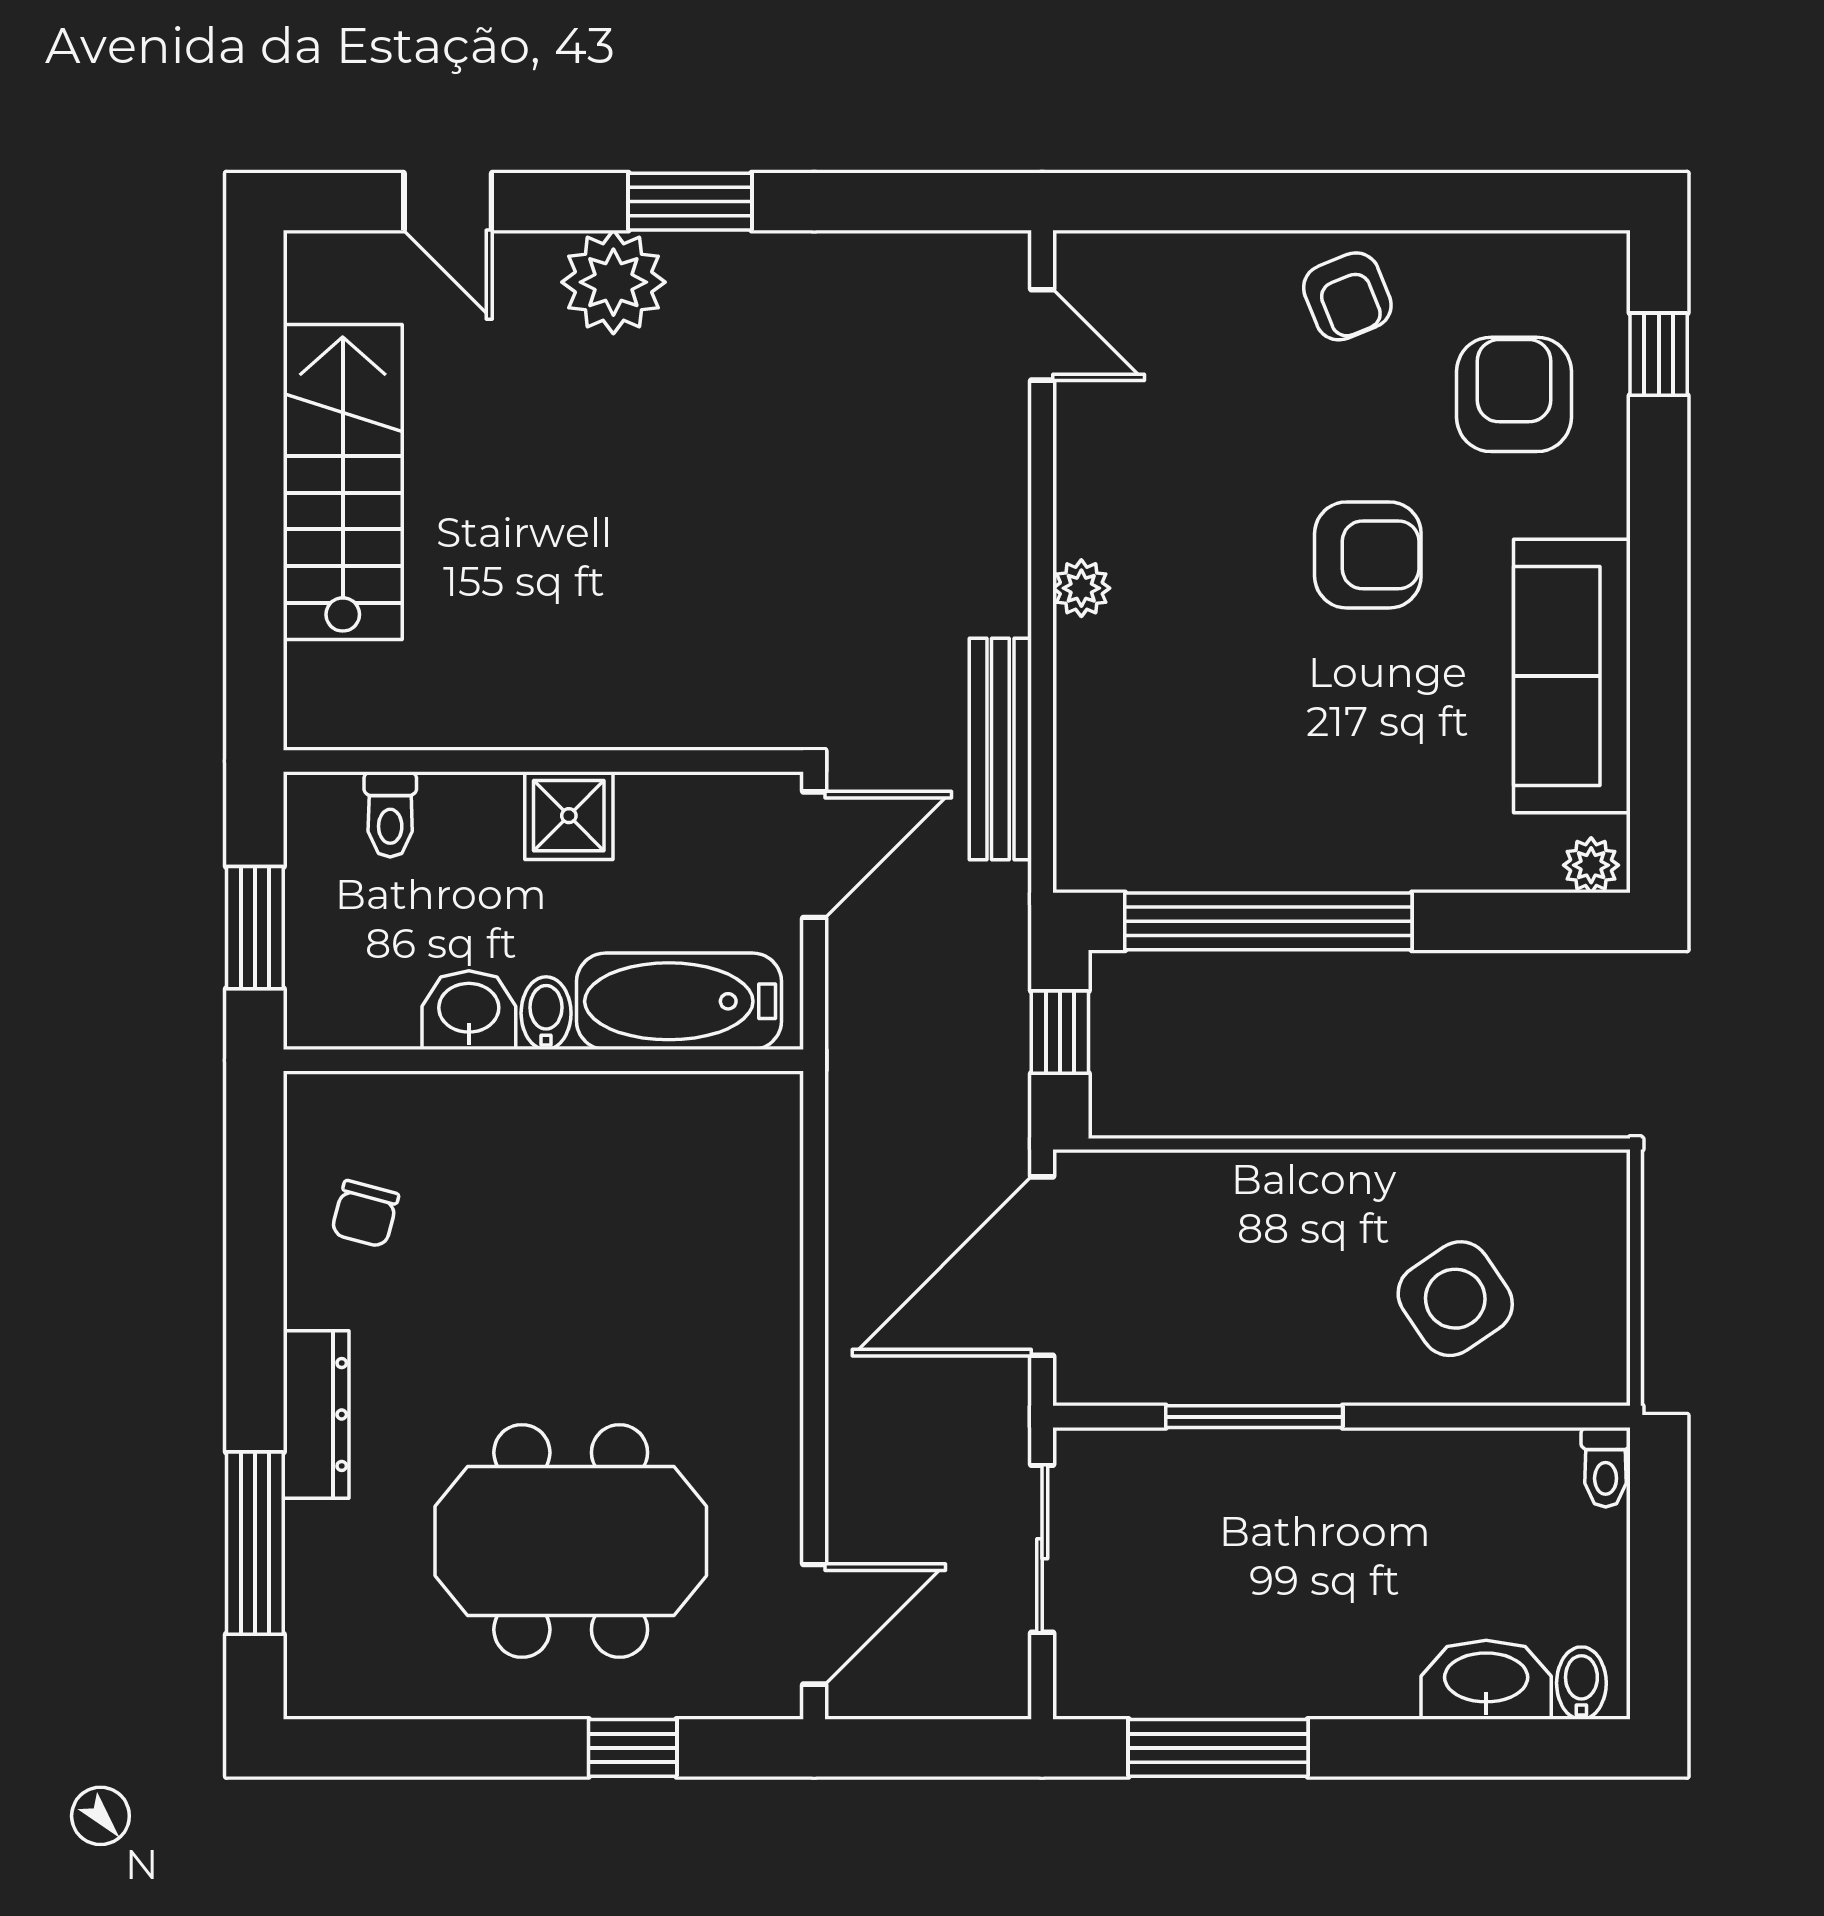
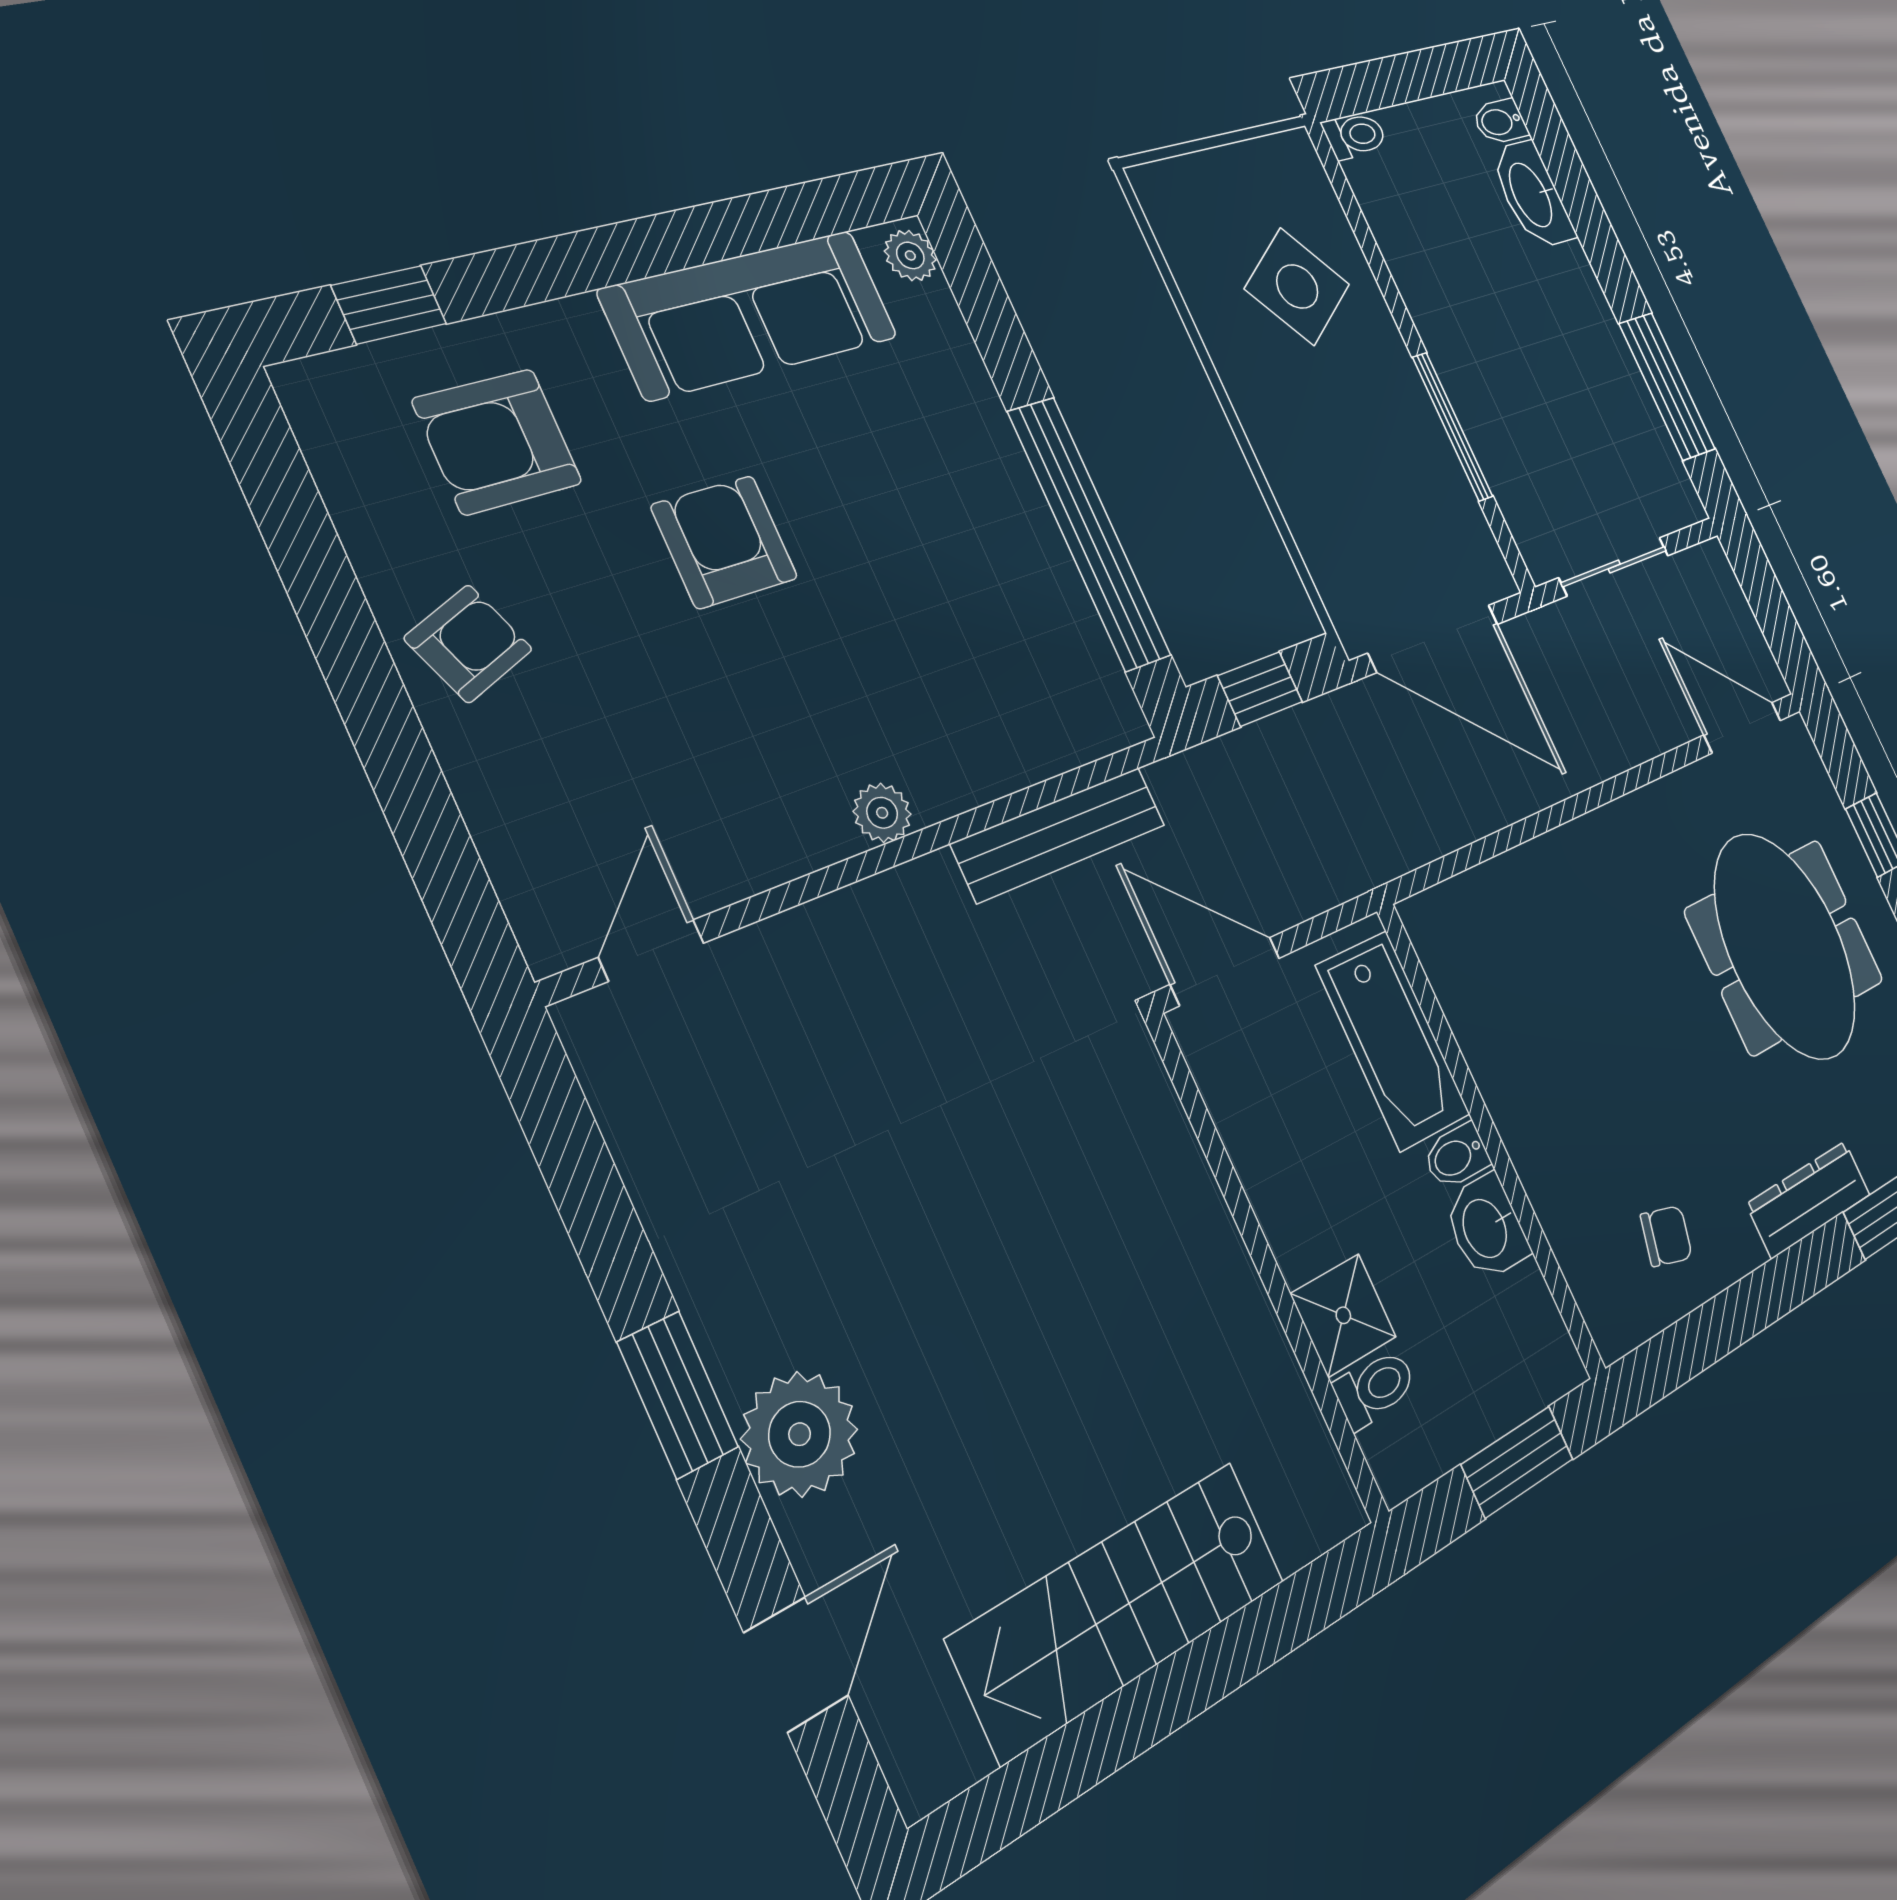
shower: (569, 816) -> (1343, 1315), moved

